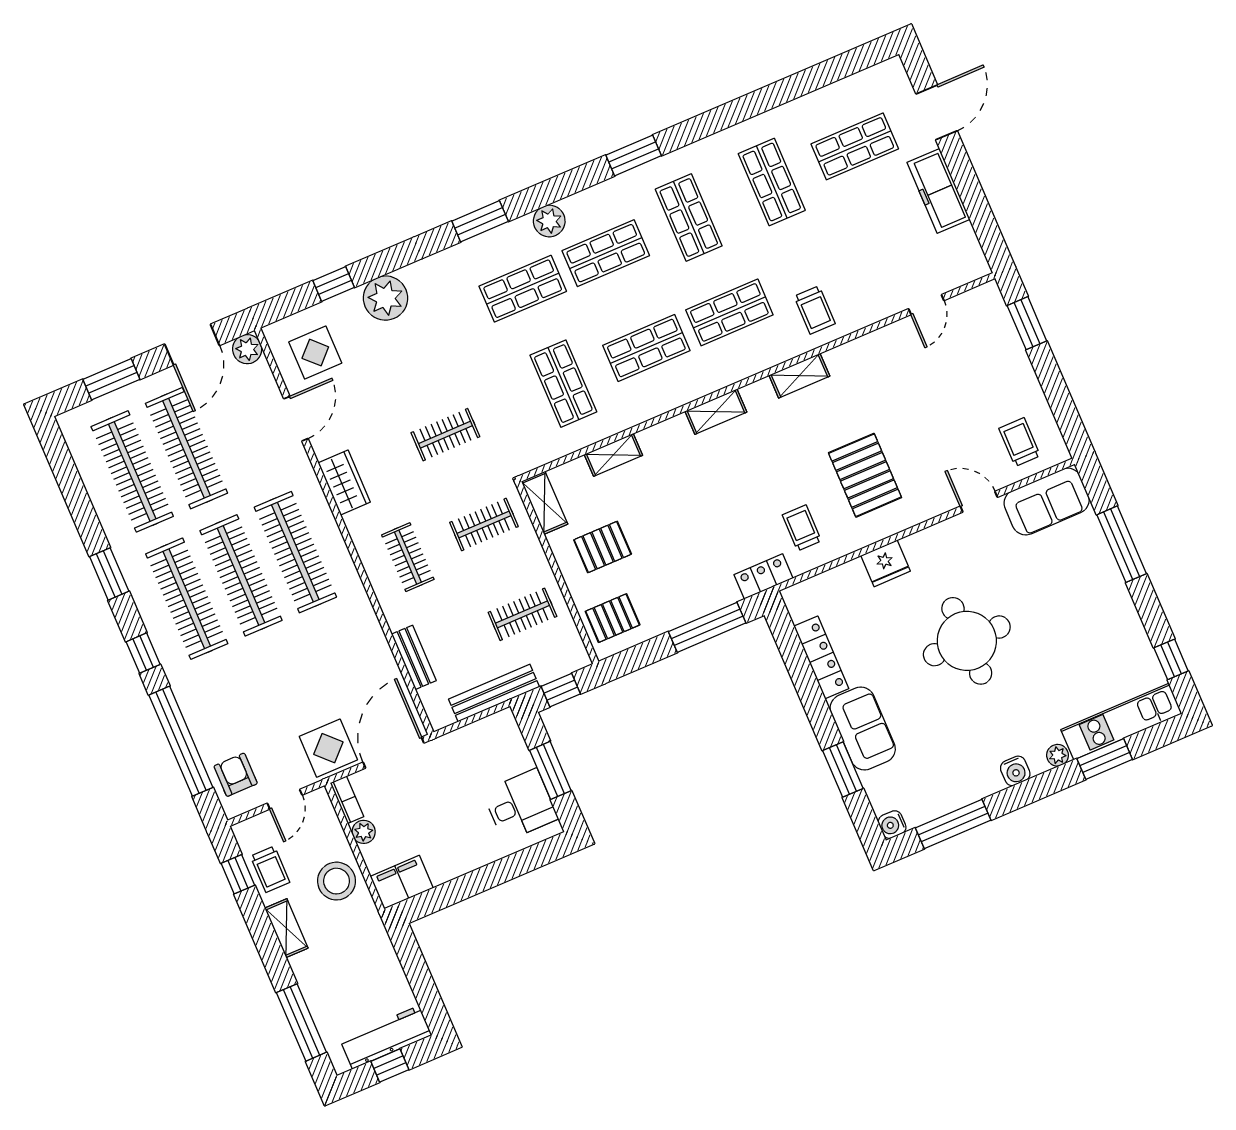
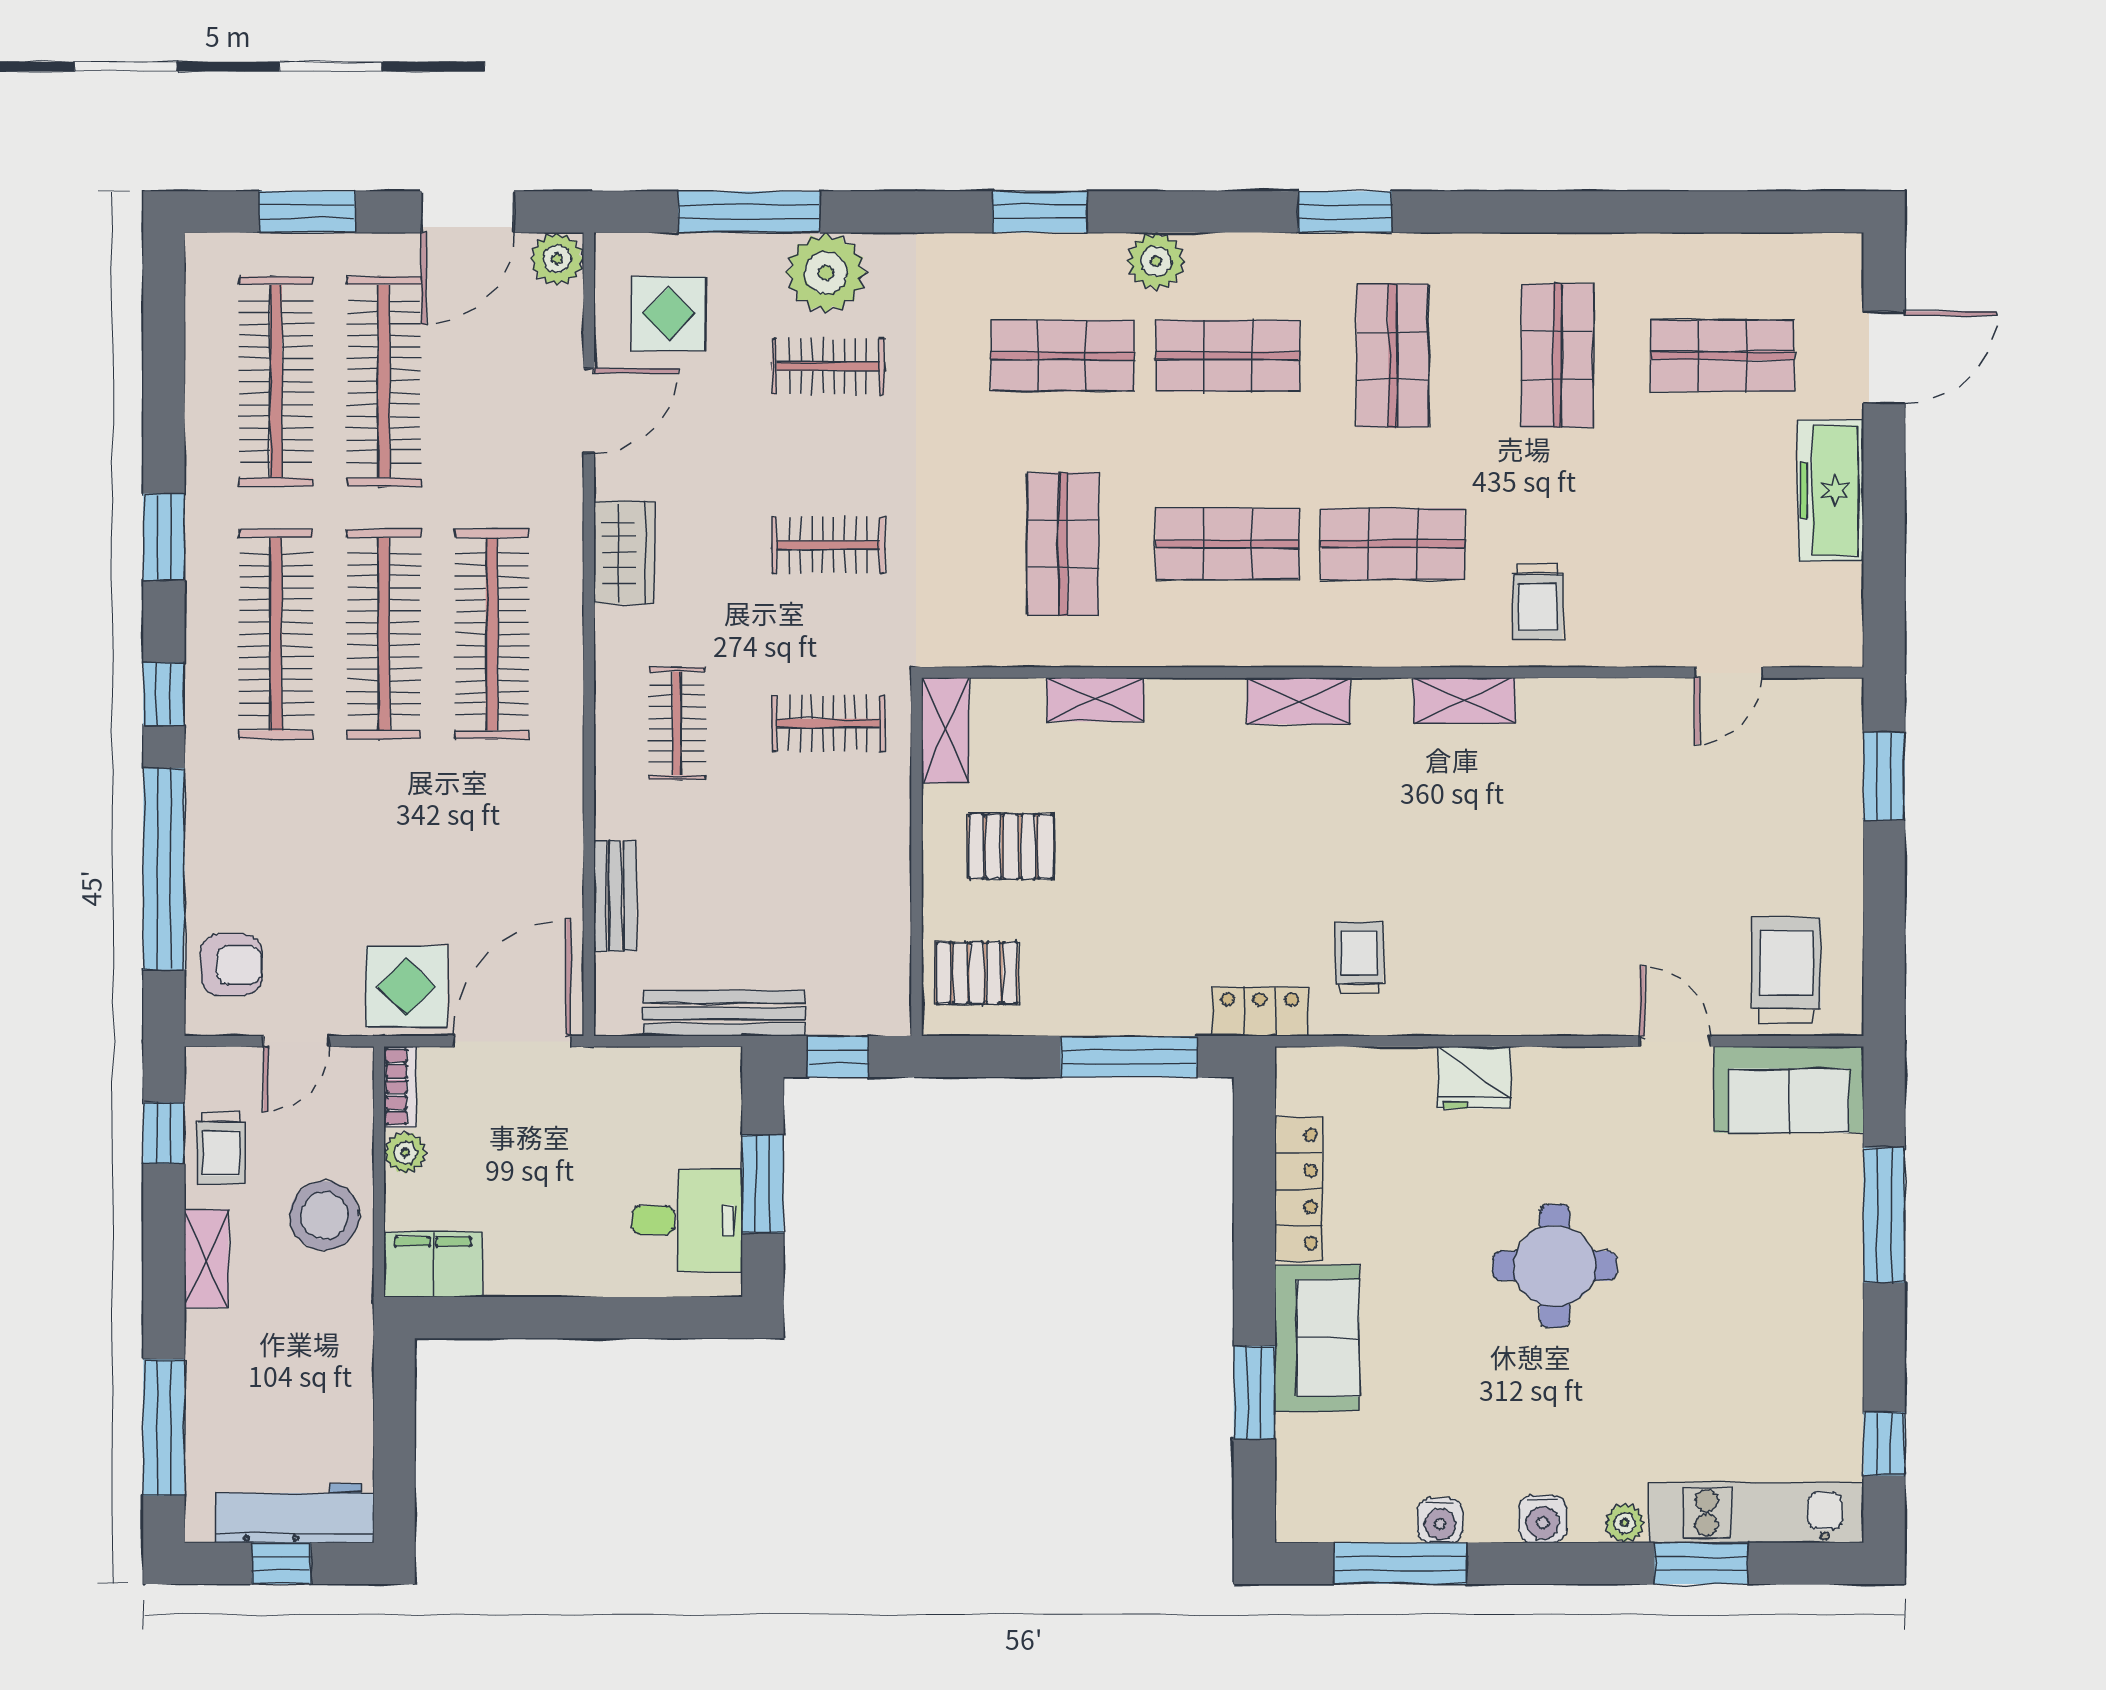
window: (334, 284) -> (749, 212), width x2.17
trolley: (1020, 442) -> (1786, 970), width x1.36, depth x1.39
pallet: (865, 475) -> (1503, 915), removed
clothes rail: (522, 614) -> (828, 366), moved
round table: (967, 641) -> (1555, 1266), width x0.73, depth x0.73
armchair: (236, 775) -> (231, 965), turned 90
water cooler: (892, 825) -> (1440, 1520), moved, turned -90

